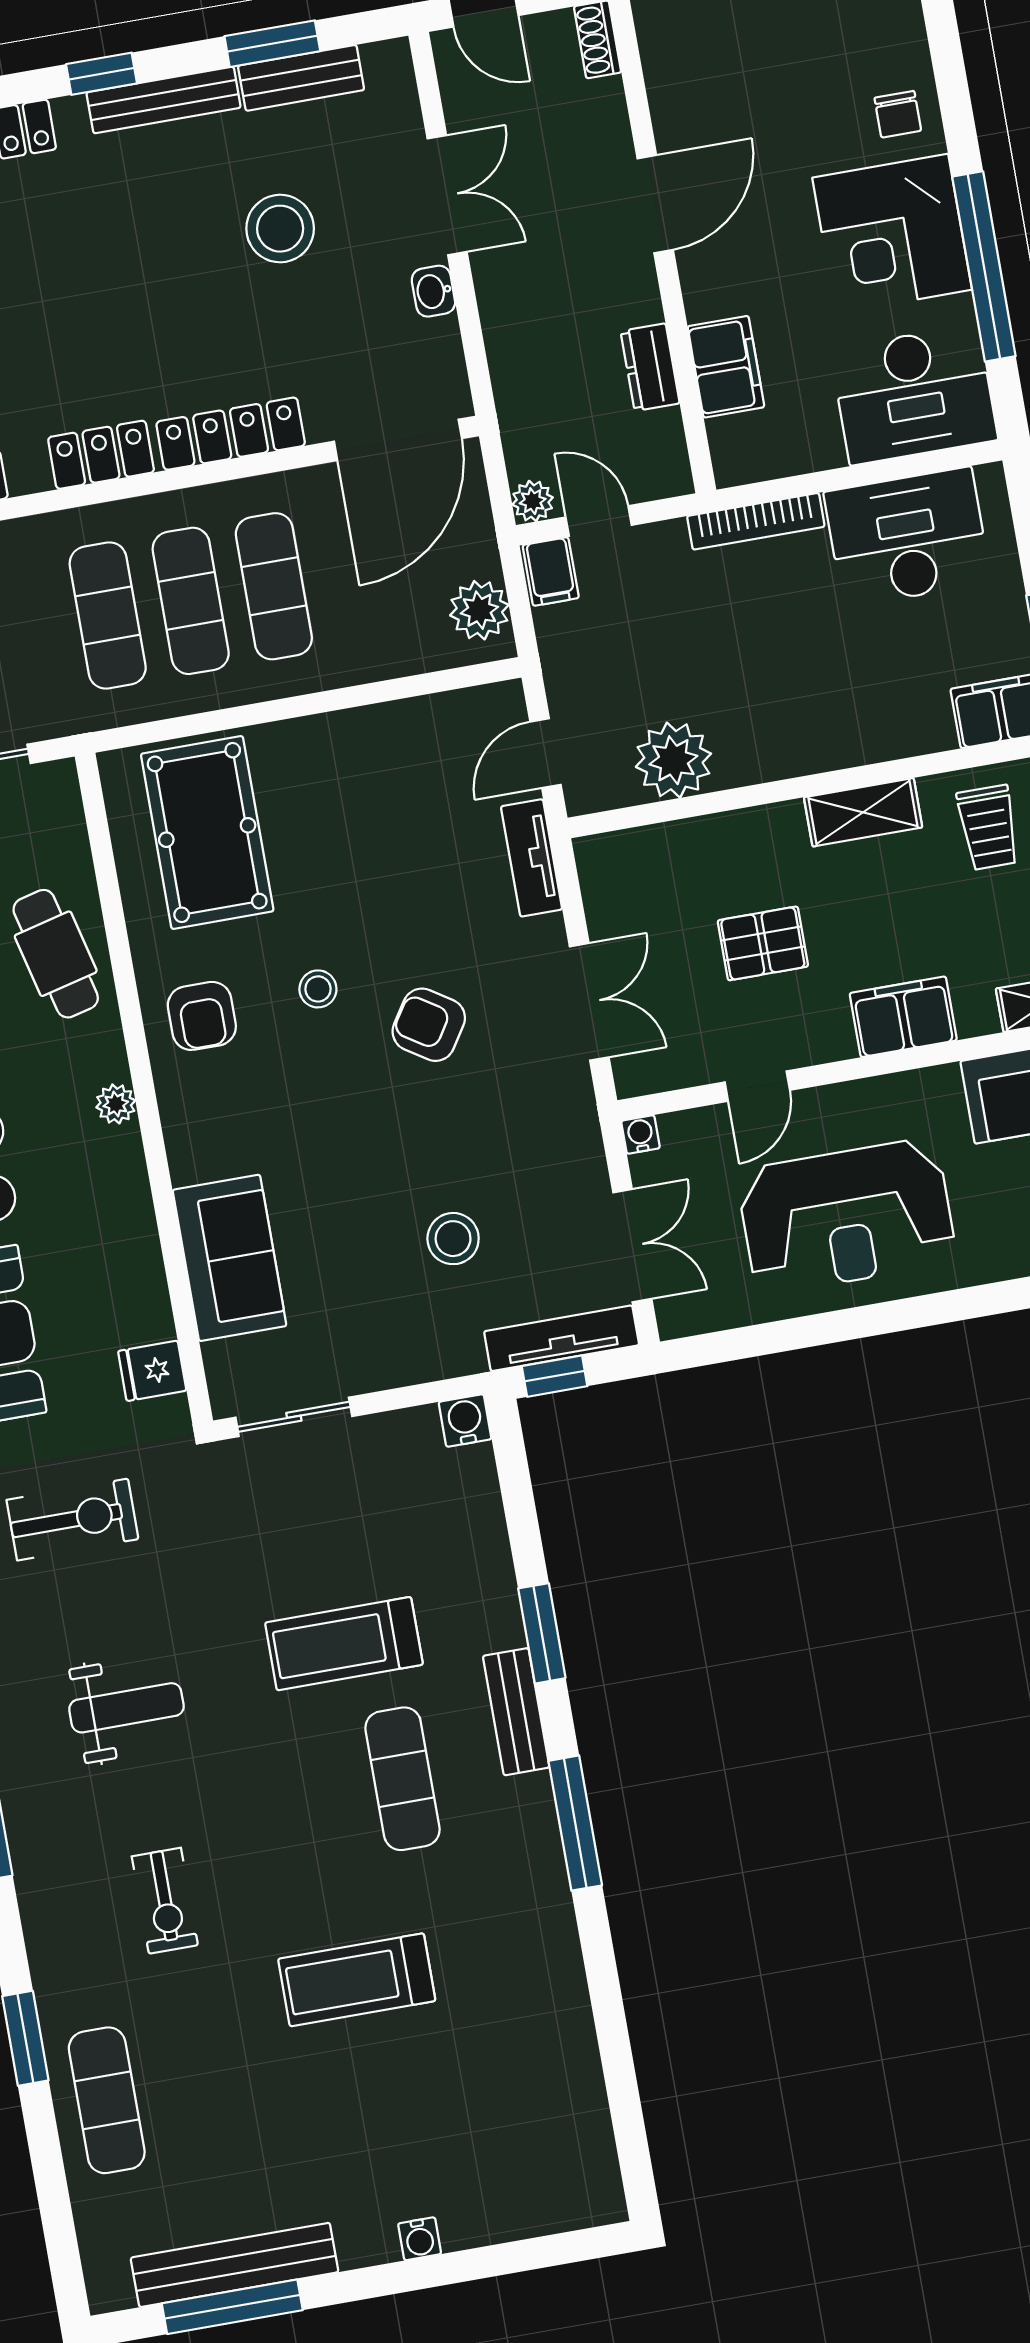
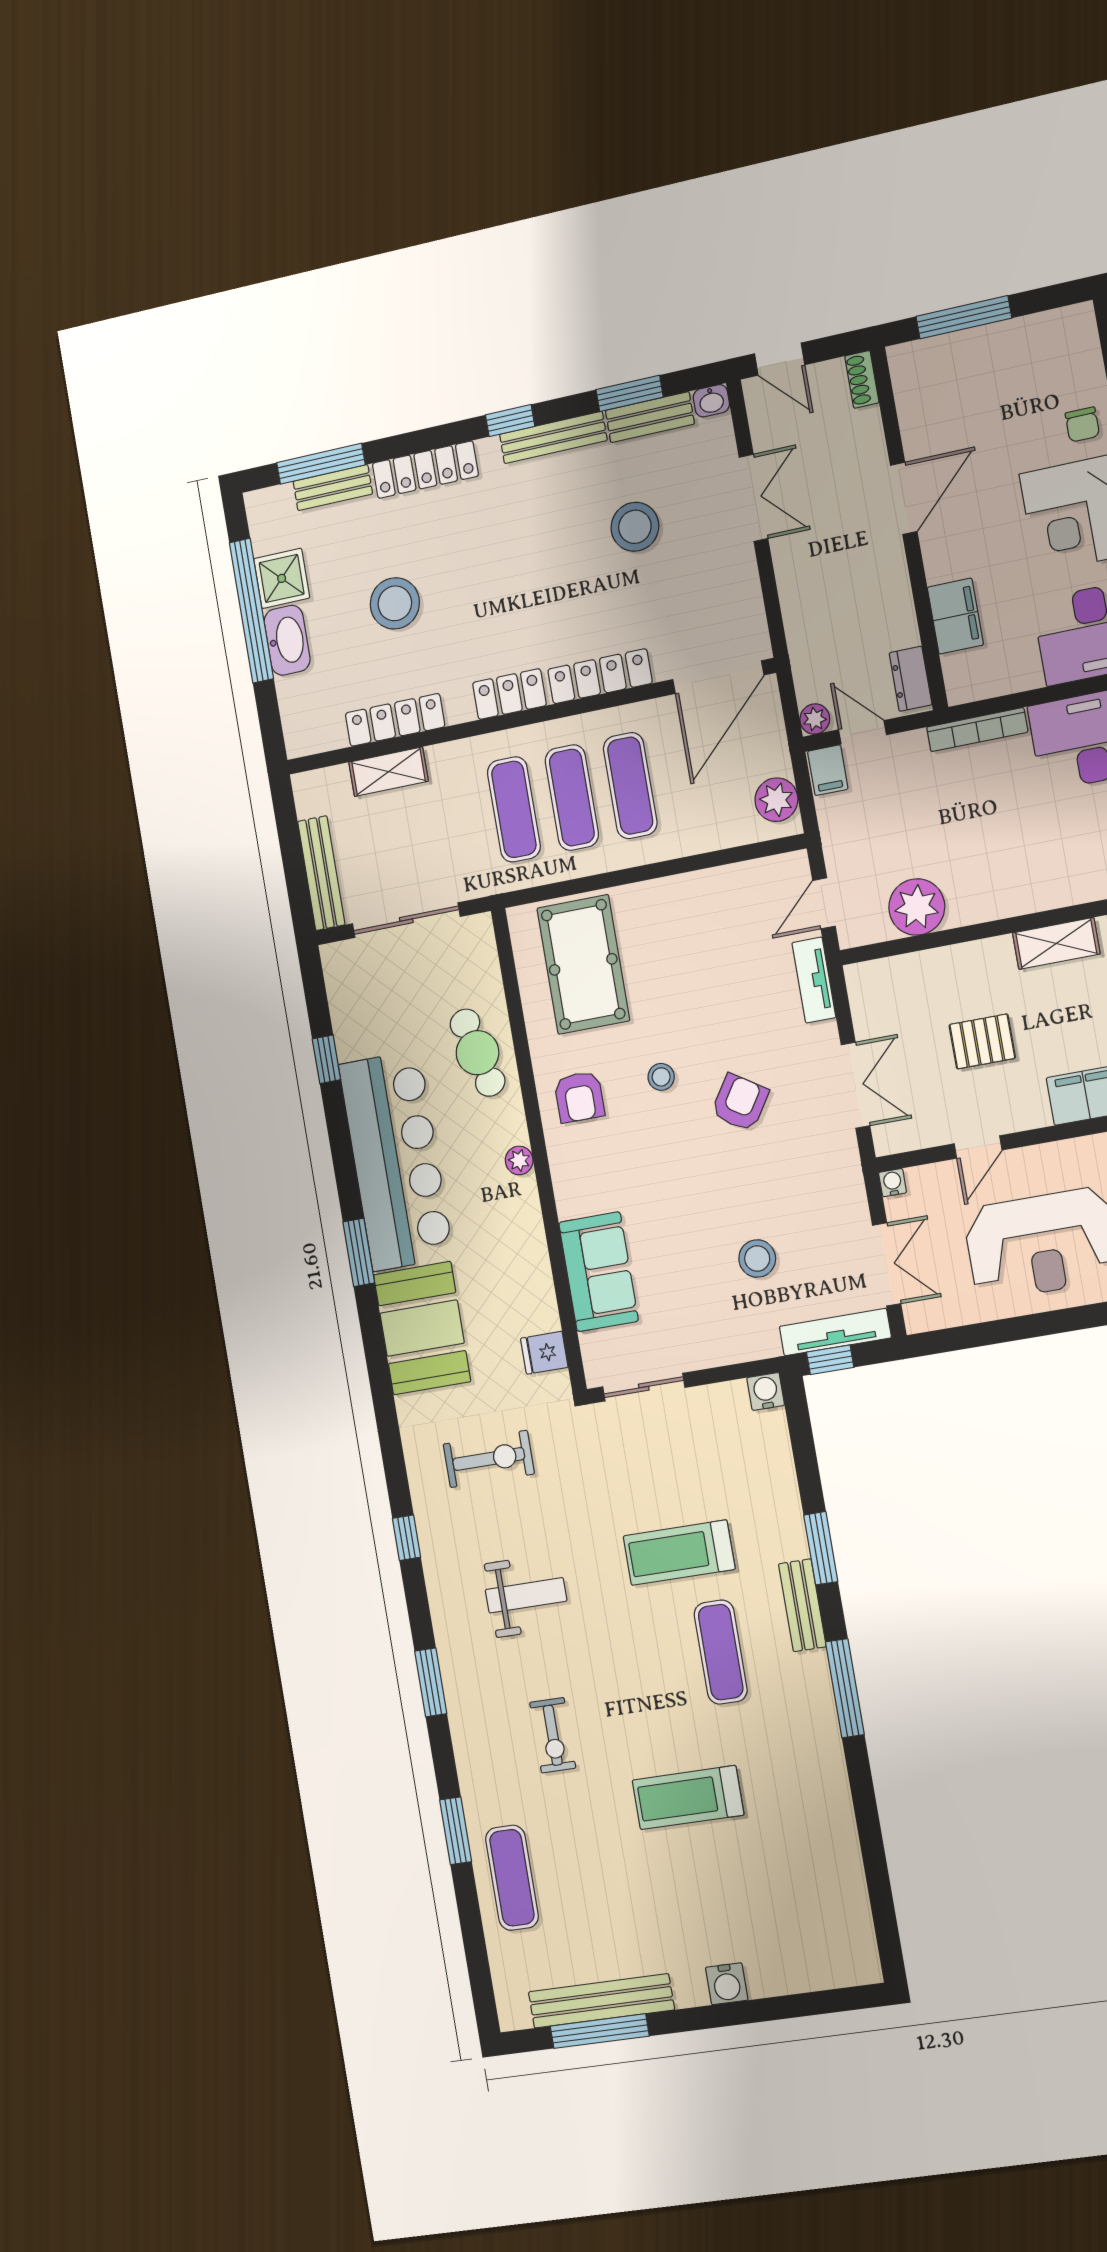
washbasin: (433, 291) -> (711, 401), moved, turned -90
dresser: (650, 367) -> (911, 679), moved
armchair: (429, 1025) -> (740, 1102), turned 90
water cooler: (420, 2239) -> (727, 1984), width x1.38, depth x1.38

